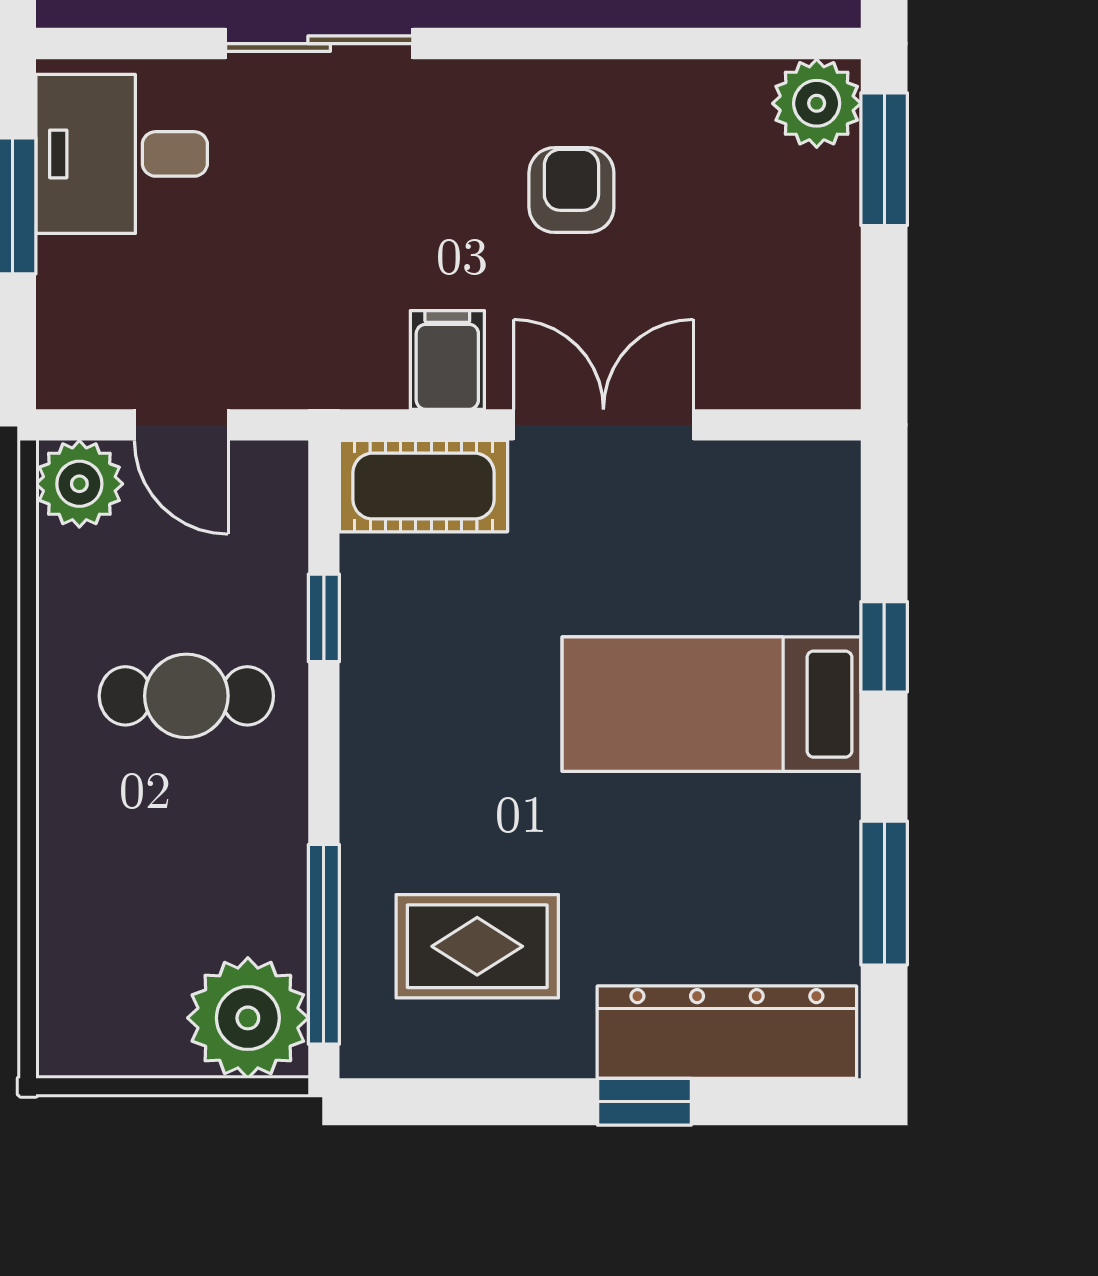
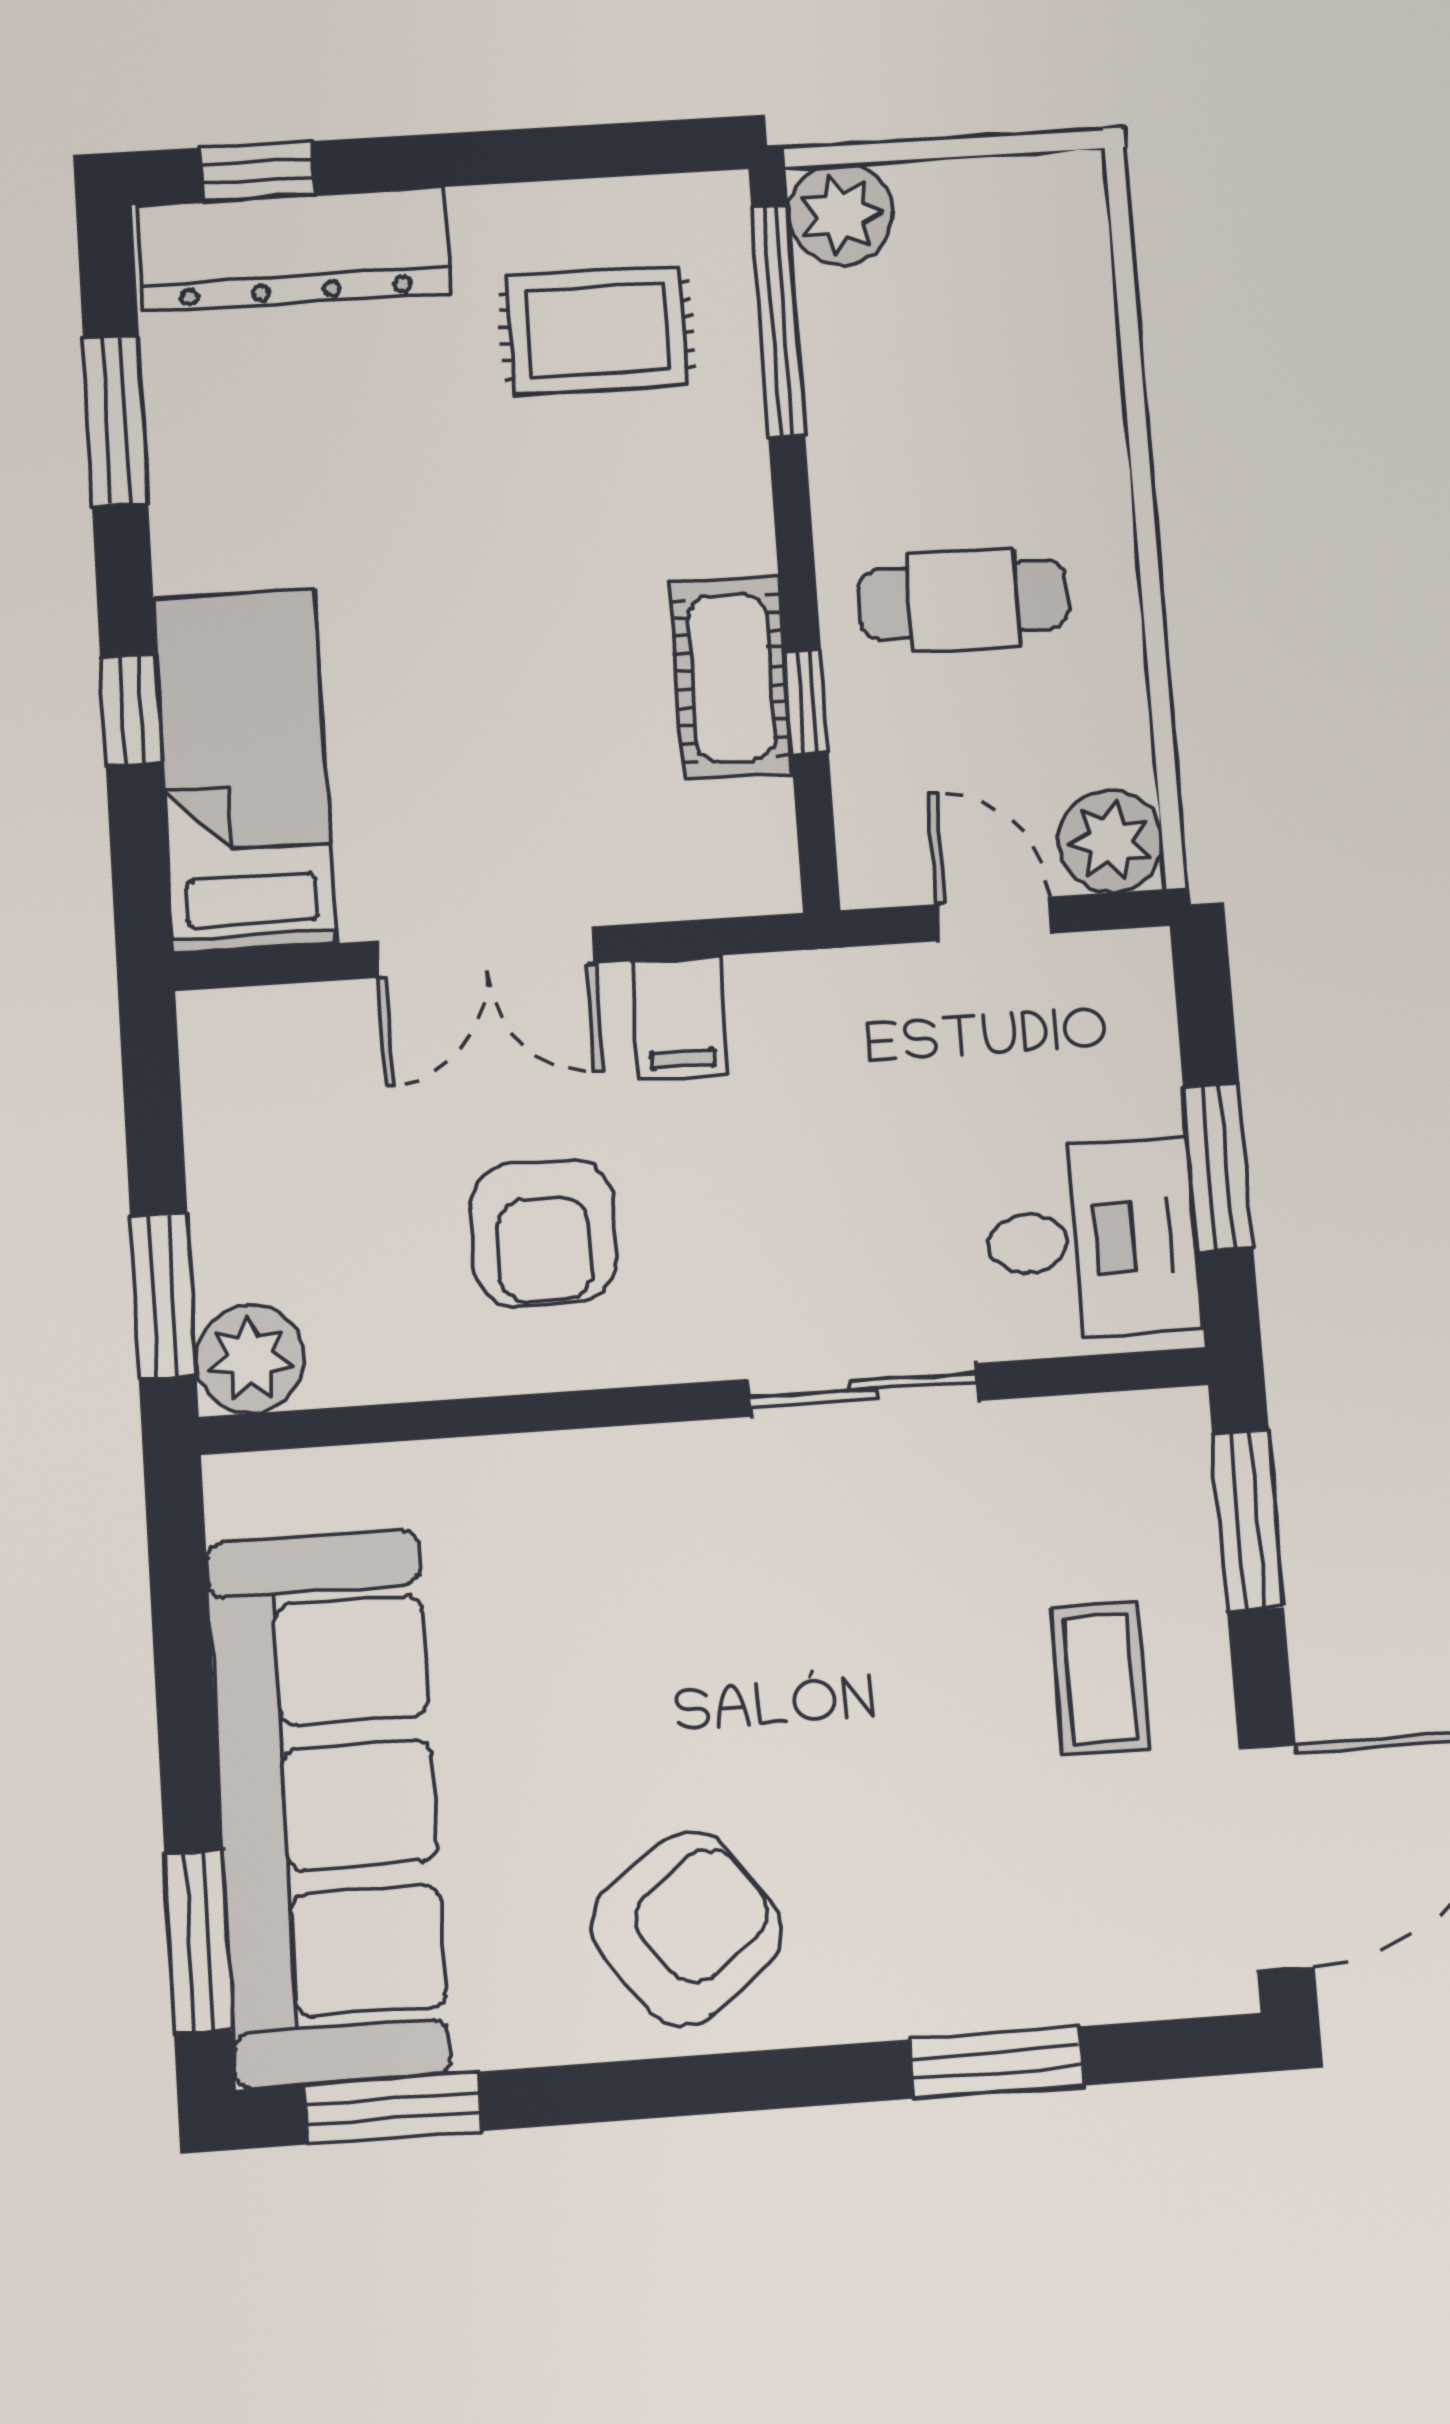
armchair: (571, 190) -> (543, 1232), width x1.38, depth x1.38
cot: (423, 486) -> (731, 678), moved, turned 90
bed: (711, 704) -> (244, 771), moved, turned -90
plant: (248, 1018) -> (841, 214), width x0.73, depth x0.73
window: (644, 1102) -> (257, 171), moved

